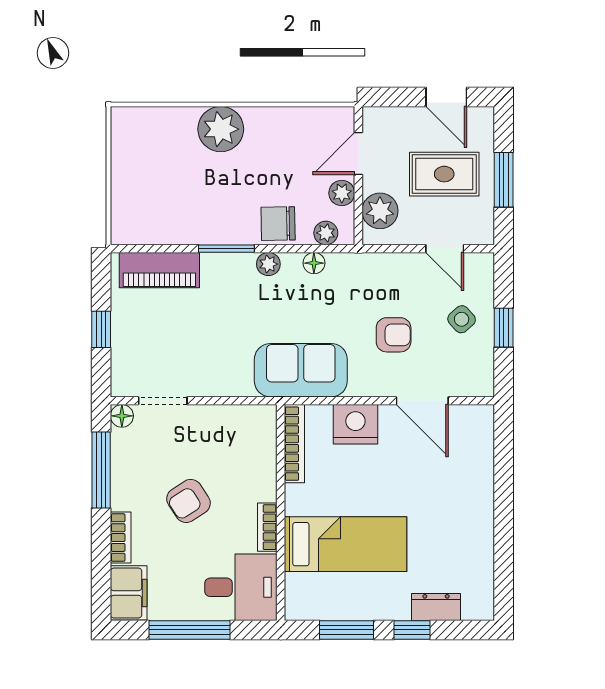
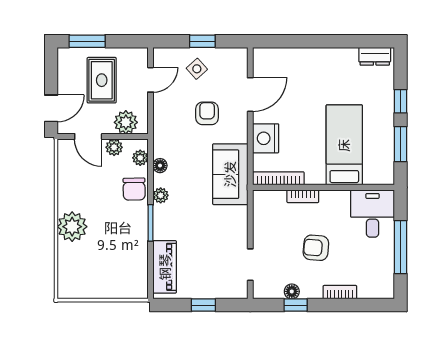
door: (446, 97) -> (51, 108), moved
window: (504, 180) -> (87, 41), moved
floor lamp: (122, 416) -> (292, 291), moved
window: (101, 470) -> (296, 305), width x0.46
armchair: (189, 501) -> (316, 248), turned 128
bookcase: (267, 527) -> (303, 196), moved
filing cabinet: (129, 593) -> (376, 287), removed
dresser: (436, 607) -> (375, 56), moved, turned -90

